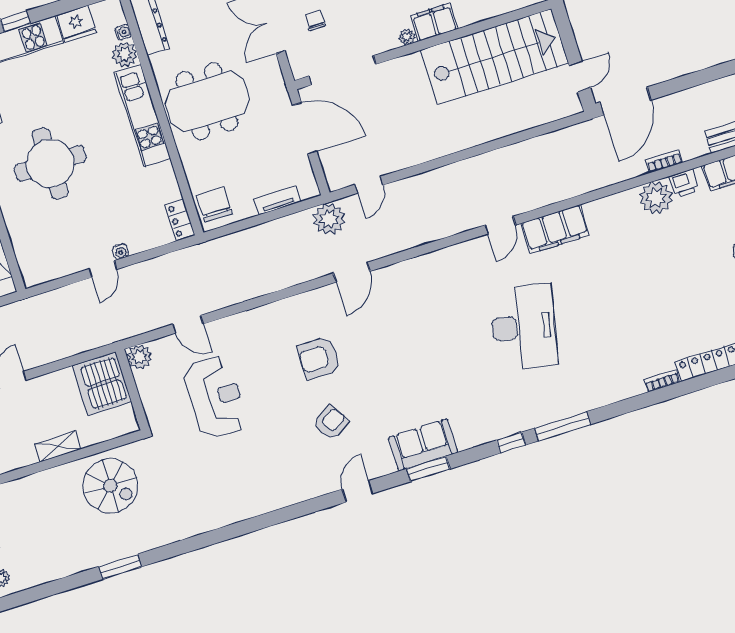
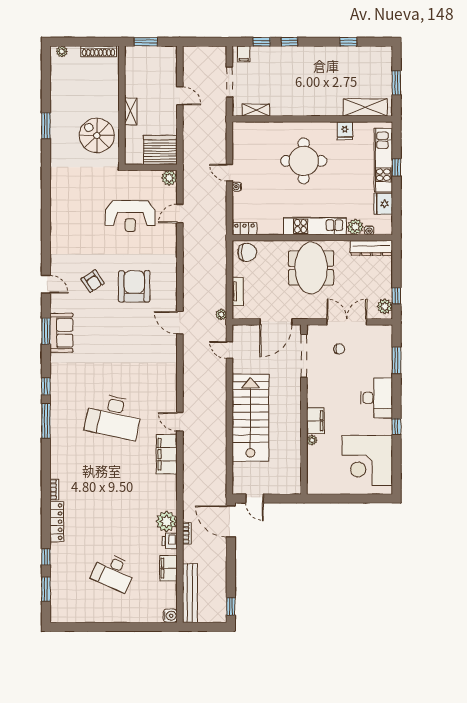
plant: (407, 37) -> (312, 440), moved
stairs: (494, 57) -> (250, 418), moved, turned 180
plant: (329, 219) -> (221, 315), width x0.53, depth x0.53
armchair: (319, 358) -> (134, 286), width x1.36, depth x1.36
spiral stairs: (110, 486) -> (97, 135), turned 90

